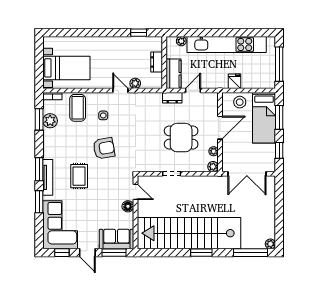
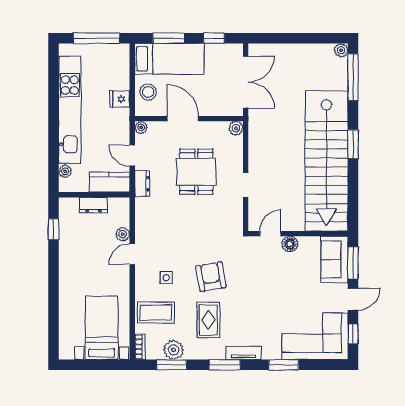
plant: (214, 151) -> (141, 127), moved
window: (39, 169) -> (225, 365), moved
rug: (79, 176) -> (208, 320), moved, turned 90
tv unit: (48, 177) -> (243, 353), width x0.71

